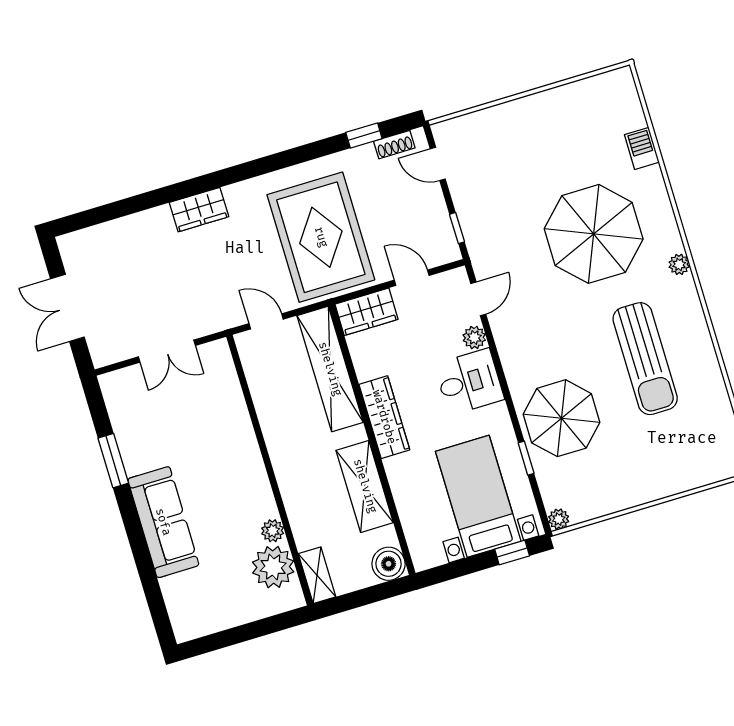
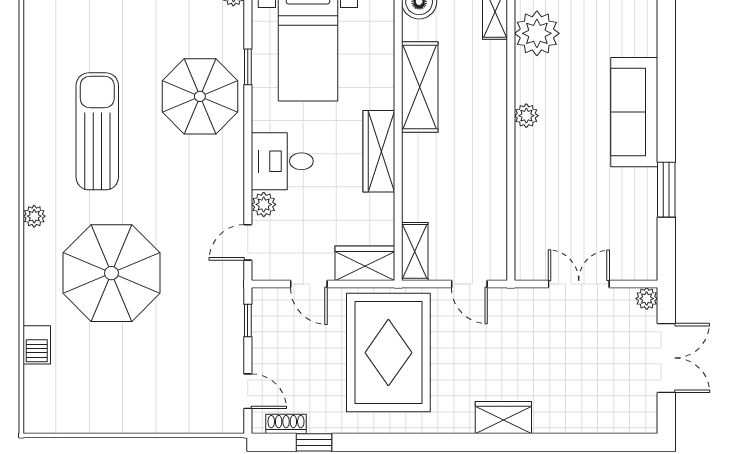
plant: (101, 356) -> (647, 299), added
shelving: (330, 369) -> (415, 251), width x0.45, depth x0.75
plant: (273, 531) -> (526, 116), moved

